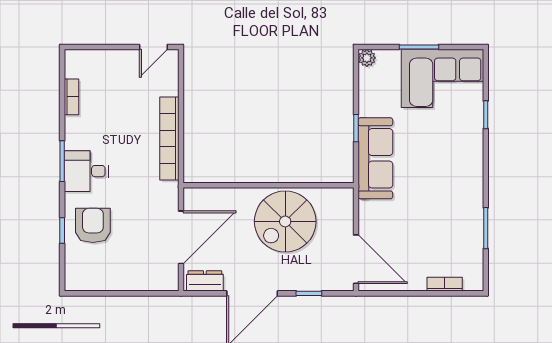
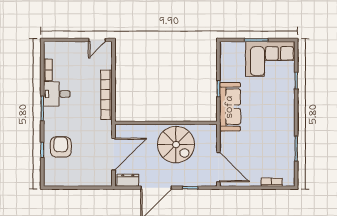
plant: (367, 58) -> (225, 46), removed
desk: (86, 171) -> (57, 94), moved
spiral stairs: (285, 221) -> (176, 145), turned -90

